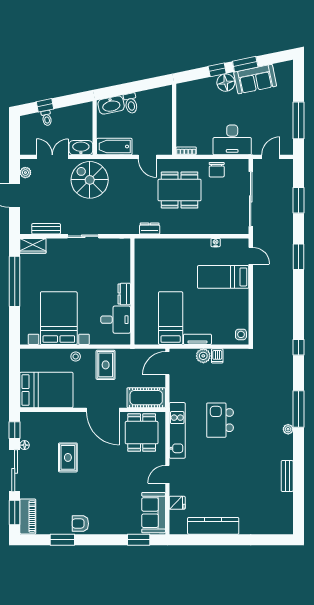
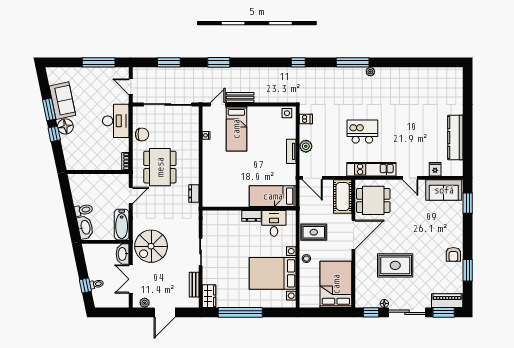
bed: (171, 318) -> (273, 196), moved
dishwasher: (217, 356) -> (306, 119), moved
kitchen island: (220, 420) -> (362, 132), turned 180
rug: (68, 457) -> (395, 265), width x1.36, depth x1.43
bench: (287, 476) -> (240, 97), moved

